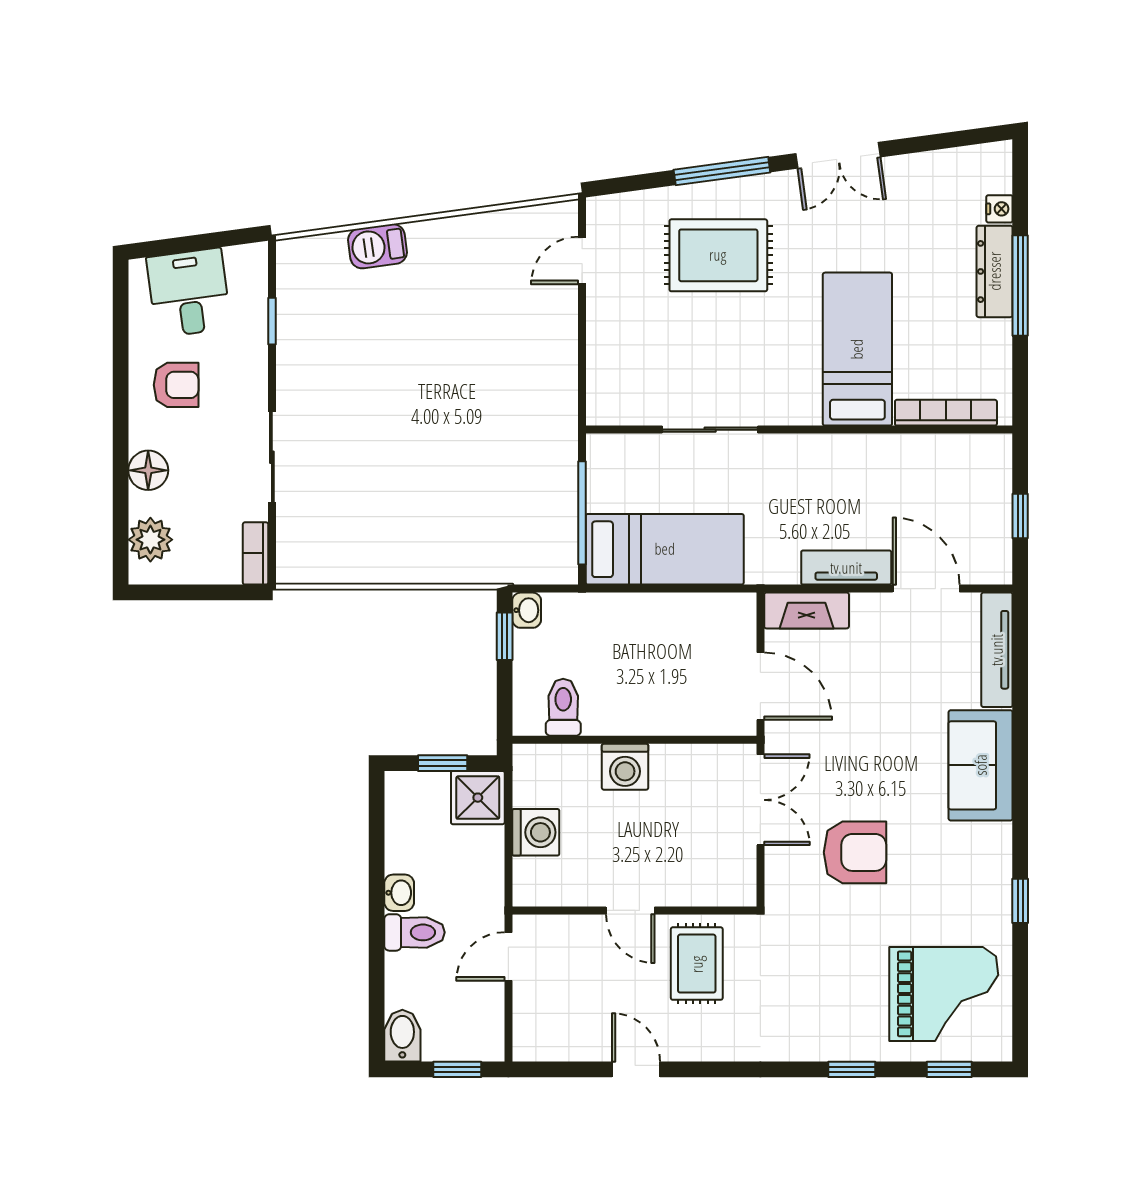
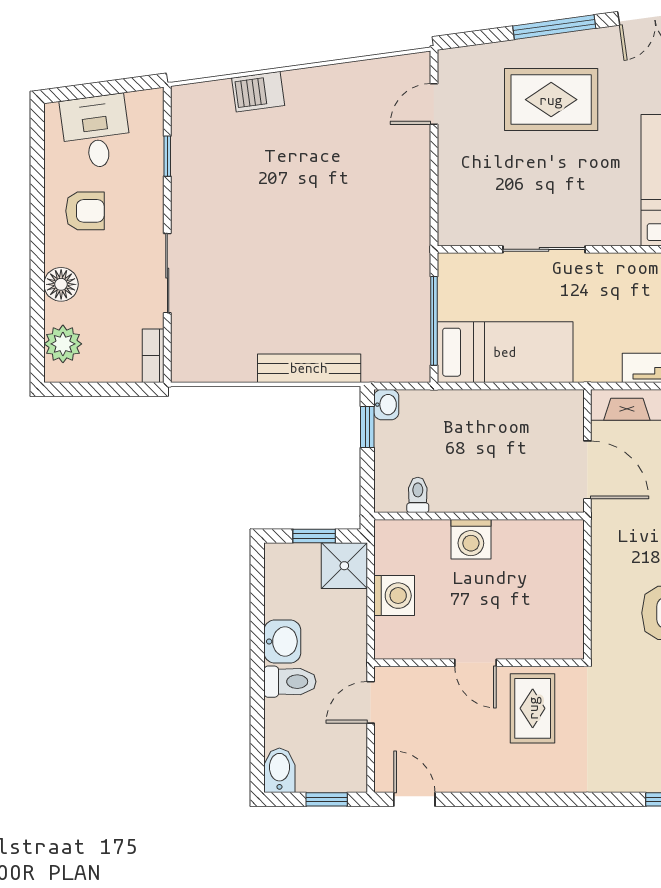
bench: (437, 568) -> (309, 368), added
toilet: (563, 707) -> (418, 495), width x0.73, depth x0.72
double door: (760, 800) -> (587, 568), removed
washbasin: (399, 893) -> (282, 641), width x1.38, depth x1.45
door: (636, 1069) -> (414, 799), moved

